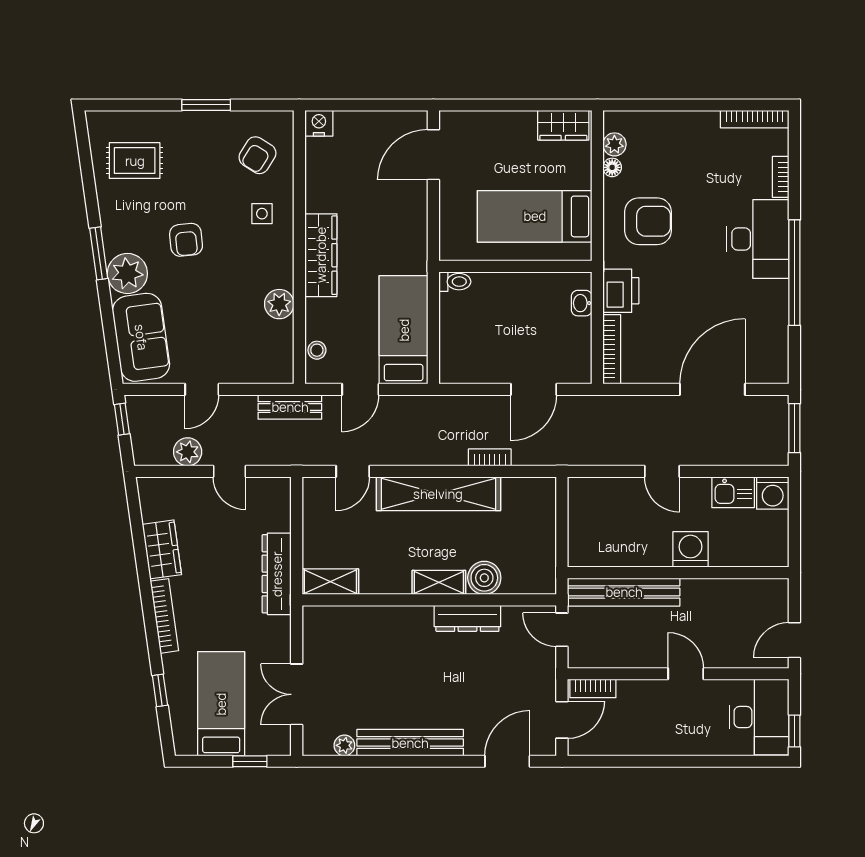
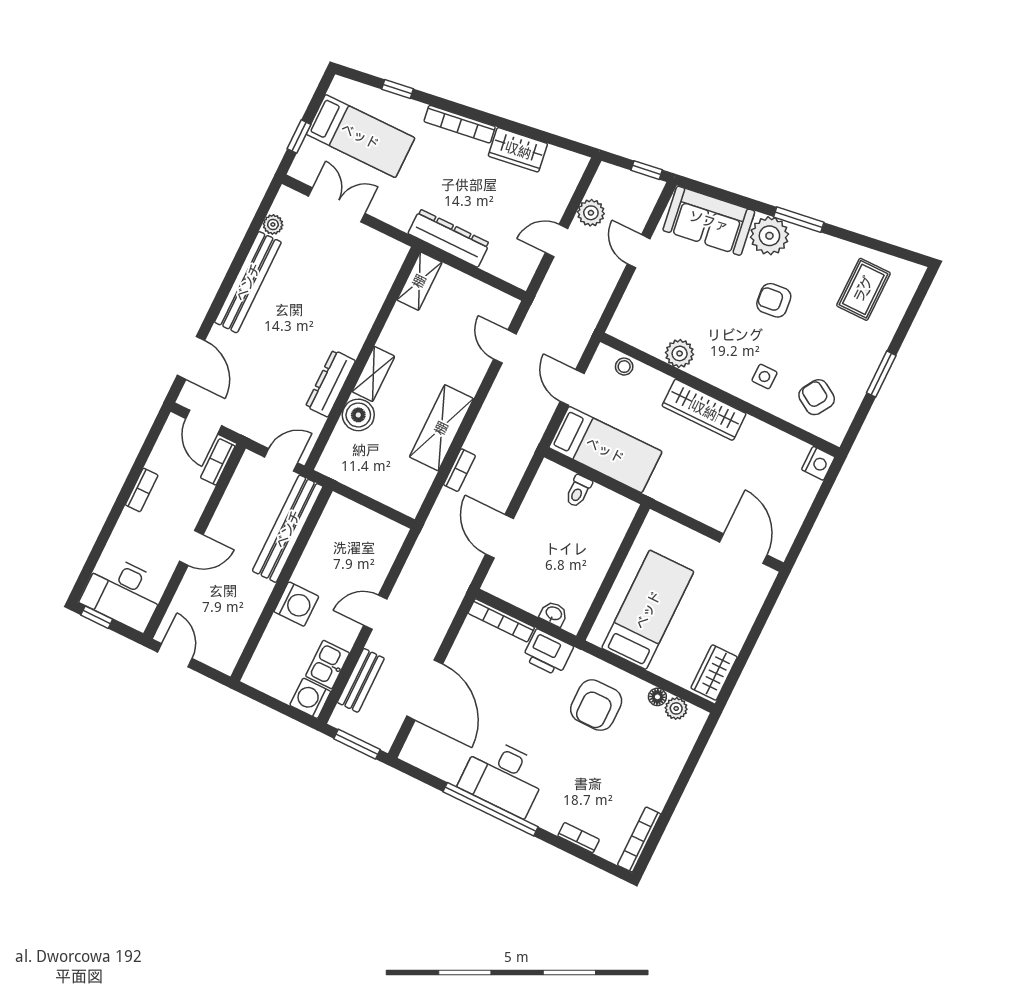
desk: (758, 239) -> (503, 777), moved
toilet: (455, 282) -> (578, 491), moved
bench: (290, 407) -> (361, 680), moved
shelving: (438, 494) -> (441, 428), width x0.68
bookcase: (654, 747) -> (142, 490), added

